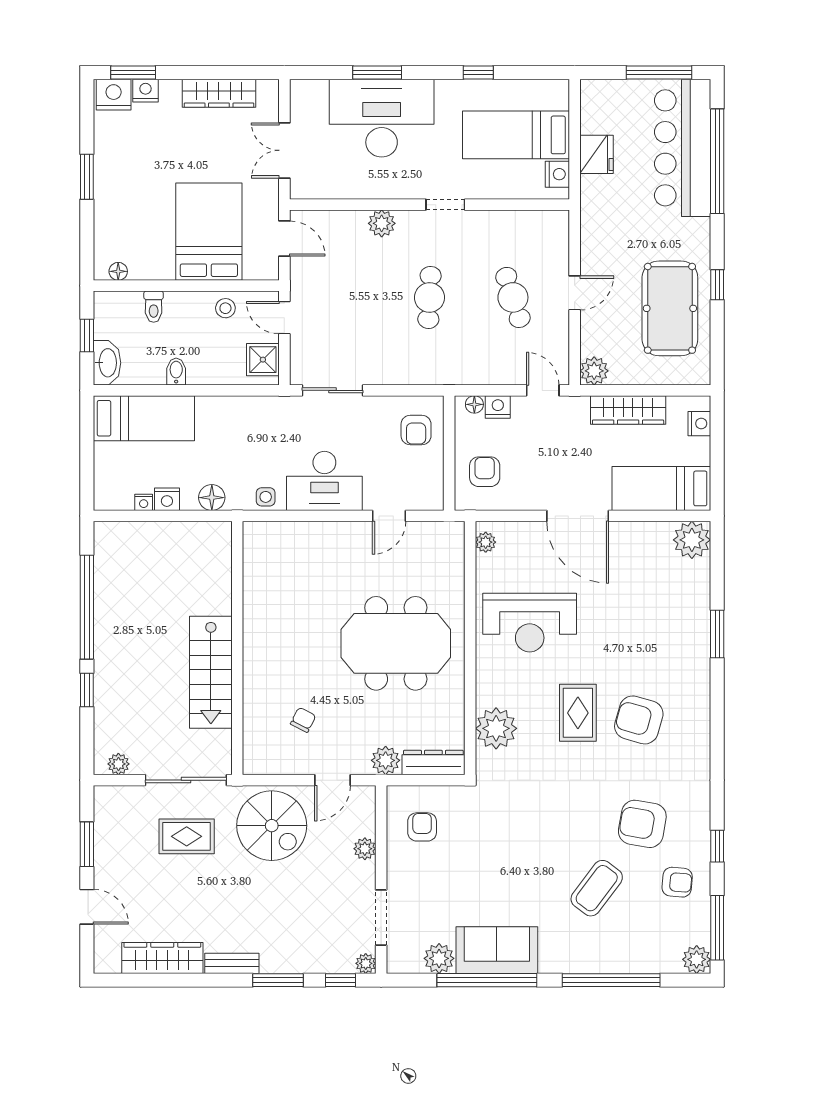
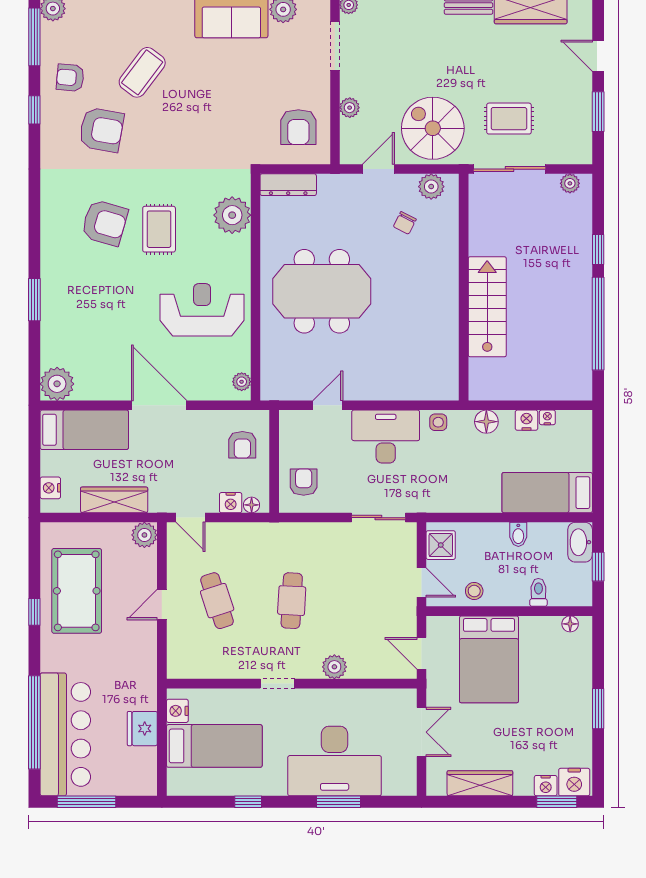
stairs: (211, 672) -> (487, 307), moved
plant: (386, 760) -> (431, 187), moved
armchair: (422, 827) -> (298, 127), width x1.38, depth x1.38

